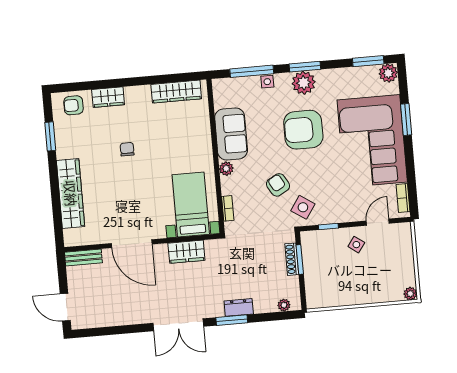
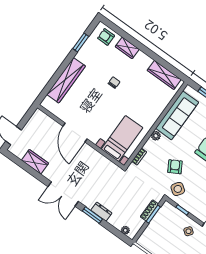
sofa: (231, 134) -> (177, 115), width x1.36
wardrobe: (186, 252) -> (35, 162), moved, turned 180
bench: (83, 257) -> (45, 118), removed

